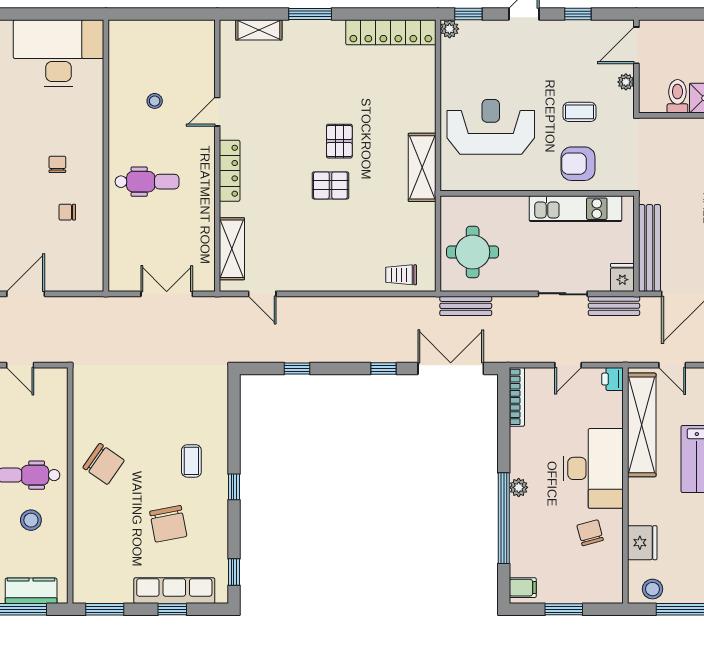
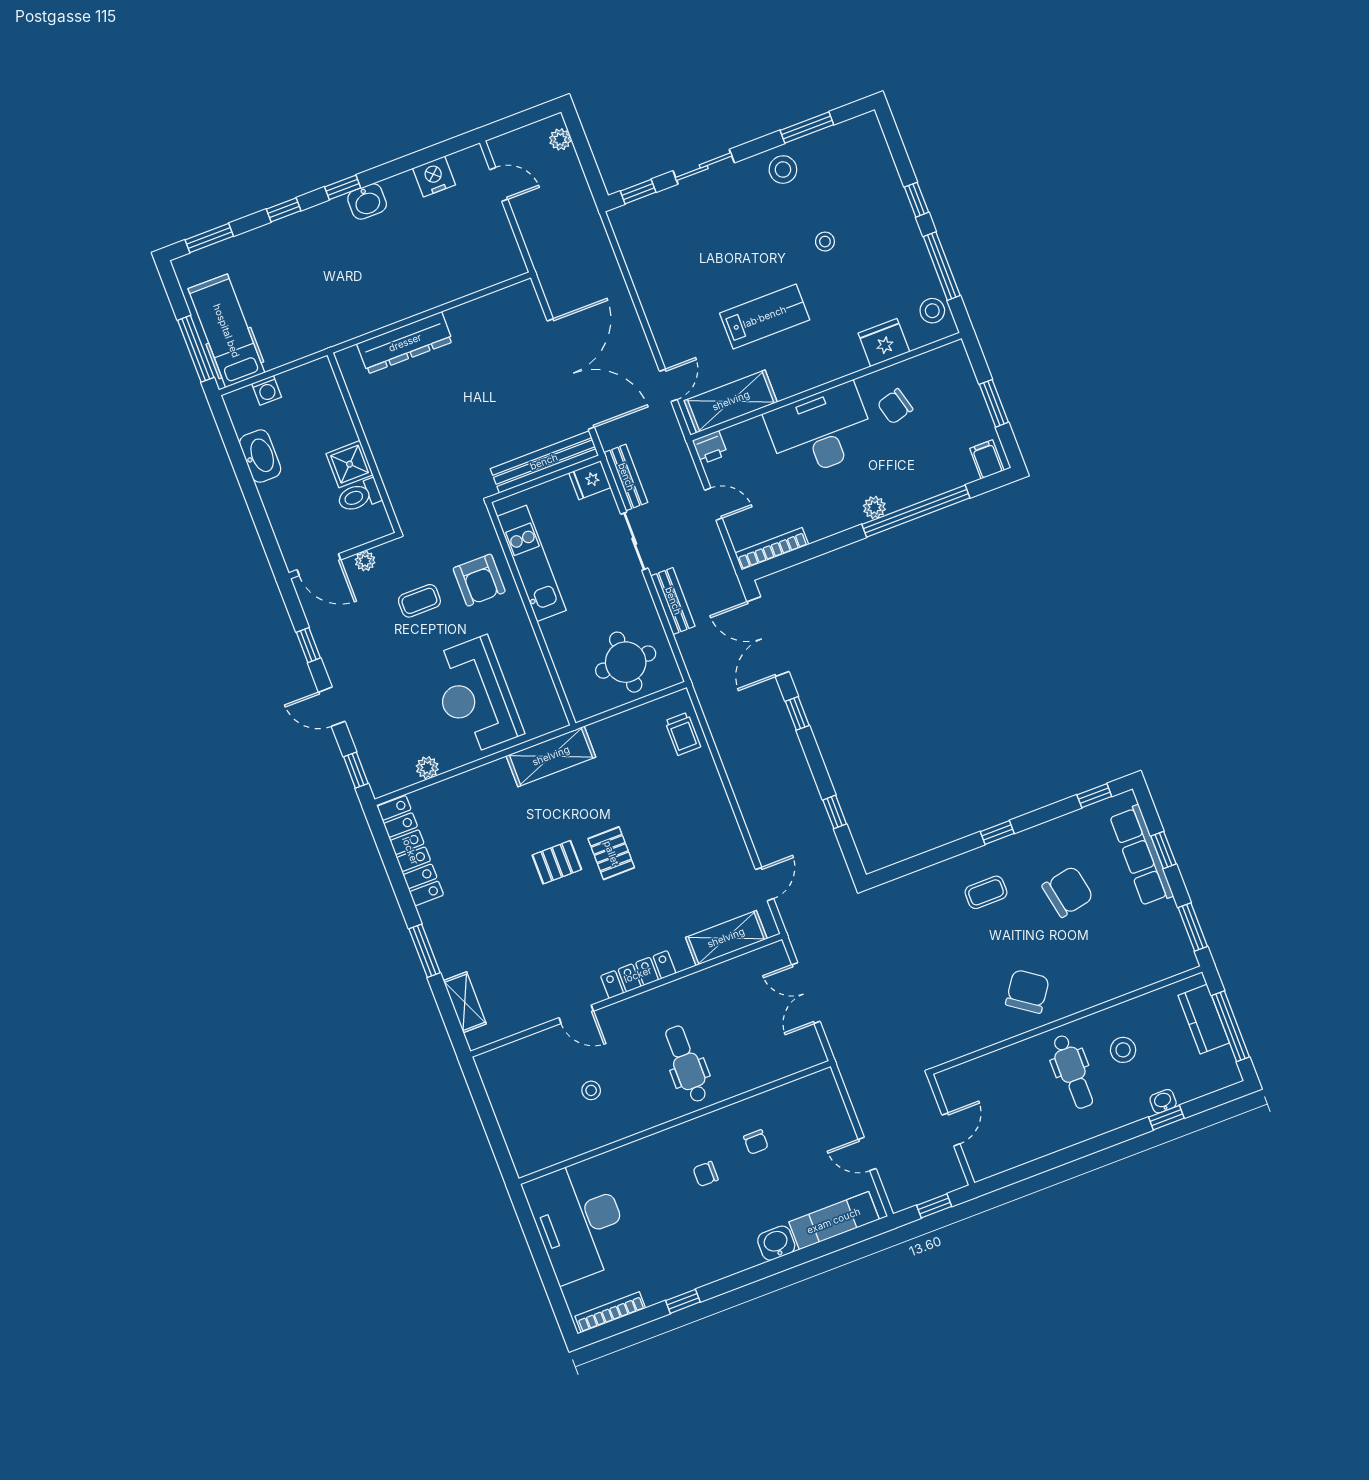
plant: (450, 29) -> (427, 768), moved
coffee table: (580, 112) -> (419, 601), turned 90
door: (26, 294) -> (867, 1154), width x0.73
bench: (466, 306) -> (673, 601), moved
shelving: (642, 425) -> (731, 401), width x0.68

